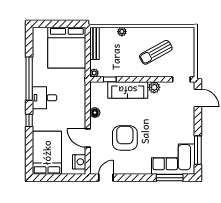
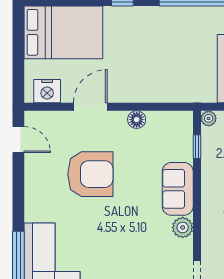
sofa: (128, 90) -> (178, 189), width x0.73
desk: (44, 98) -> (164, 28), removed

